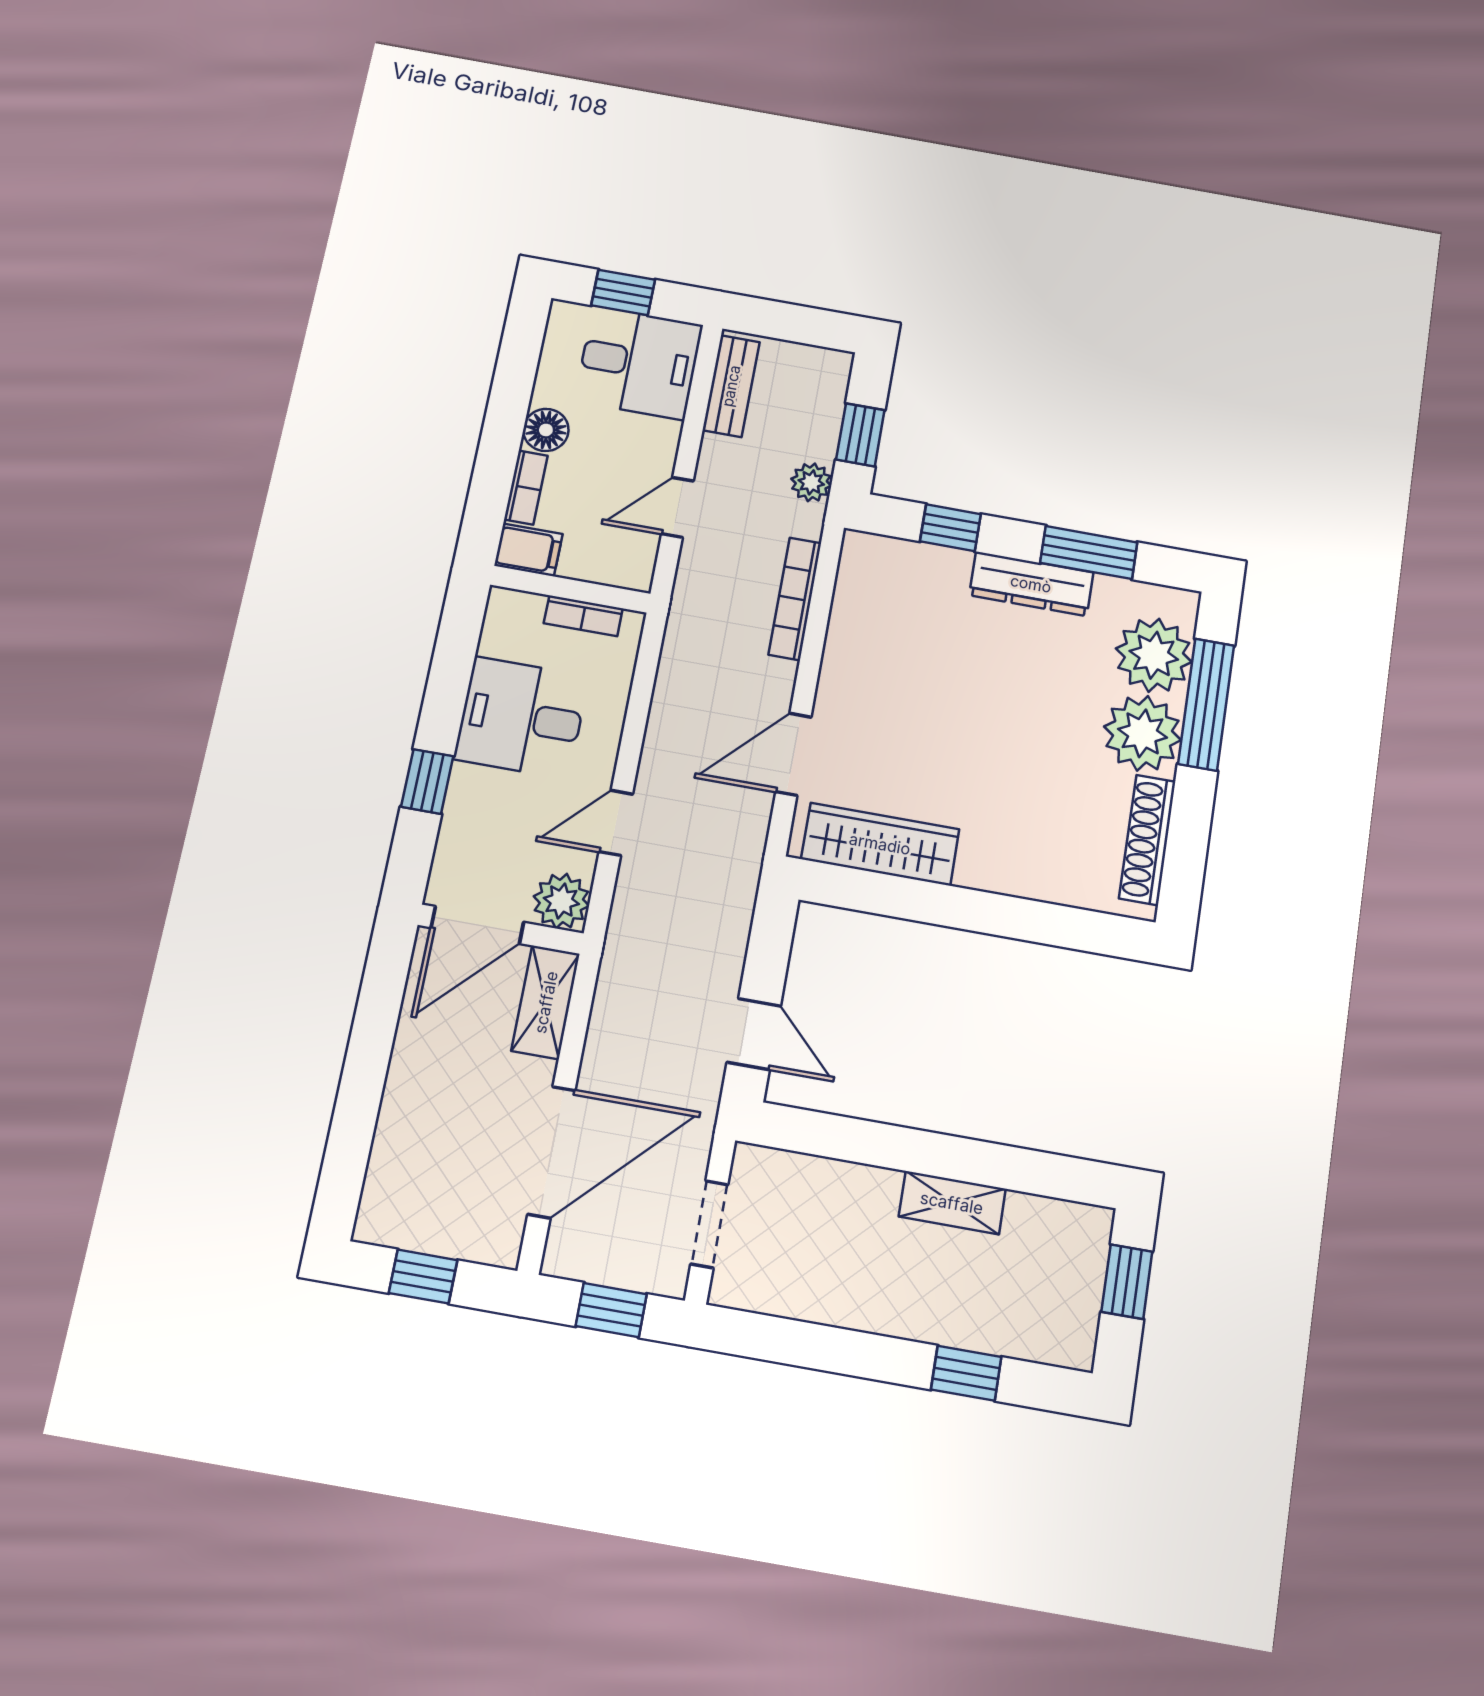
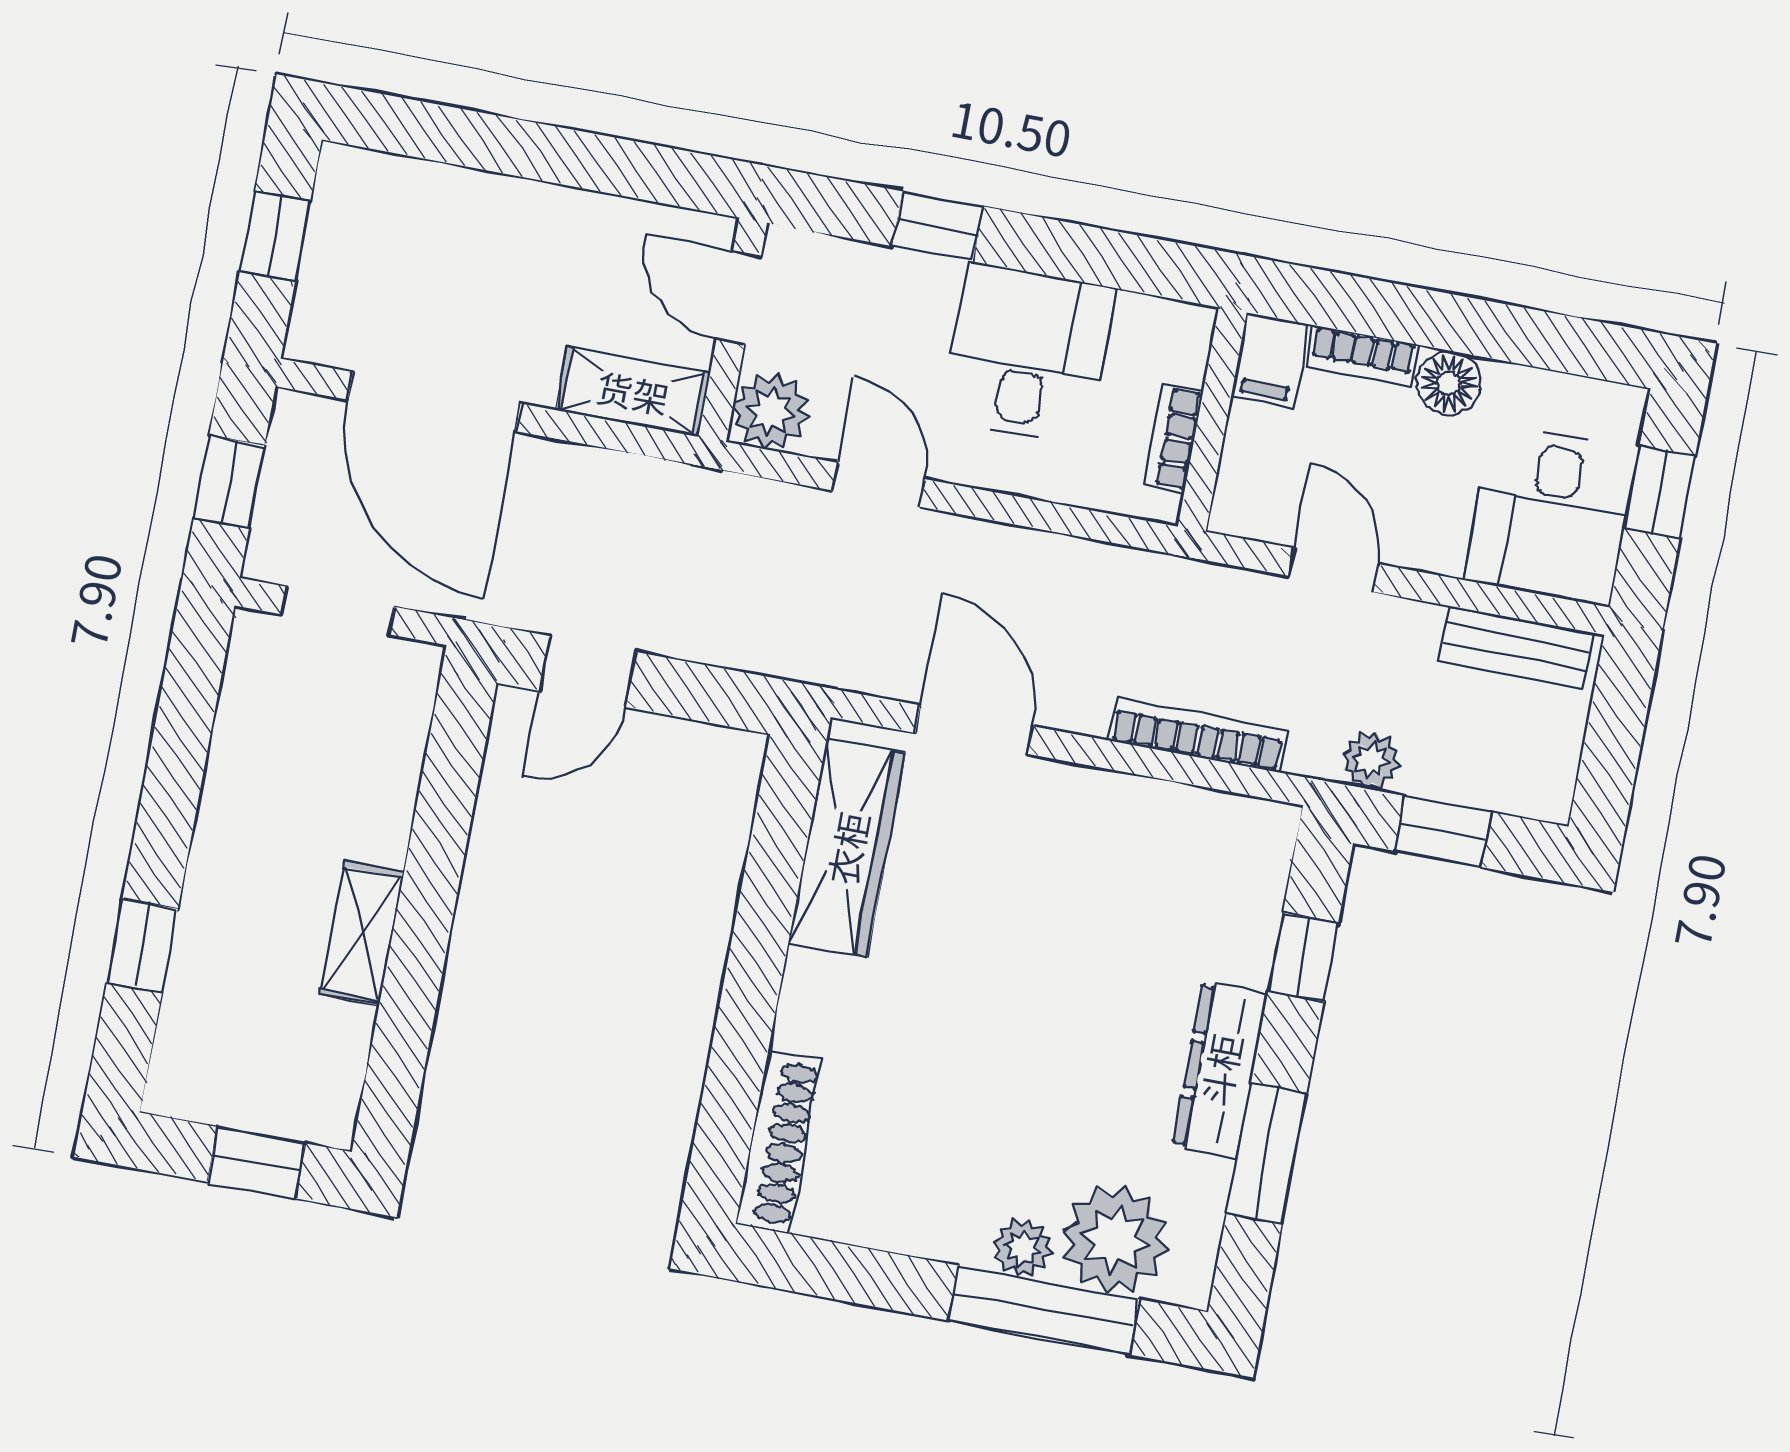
plant: (1143, 733) -> (1023, 1248), width x0.53, depth x0.53
shoe rack: (1147, 840) -> (779, 1142), moved, turned 90
door: (477, 925) -> (739, 298), width x0.73

